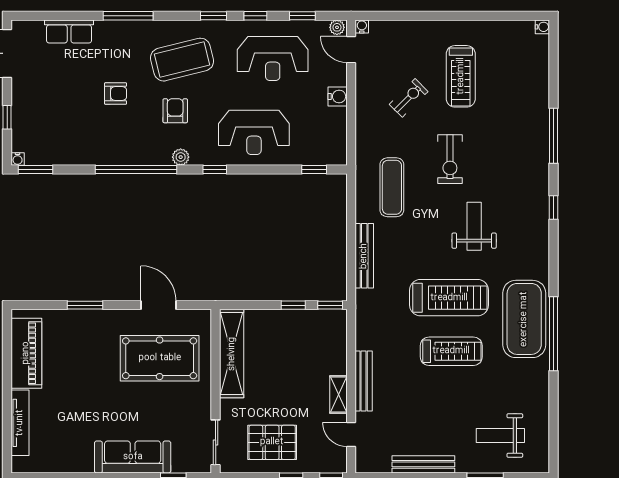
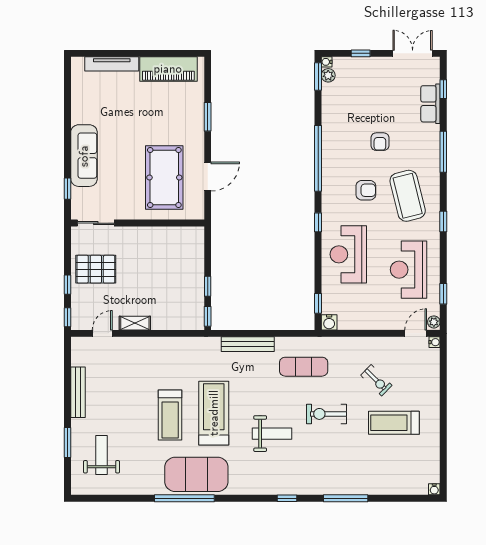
window: (255, 16) -> (443, 89), moved
water cooler: (338, 96) -> (329, 322), moved
plant: (181, 157) -> (328, 75), moved
treadmill: (449, 298) -> (214, 413), turned 180
shelving: (232, 354) -> (168, 236), removed
bench: (364, 381) -> (146, 344), removed
pallet: (272, 442) -> (96, 269), turned 90

